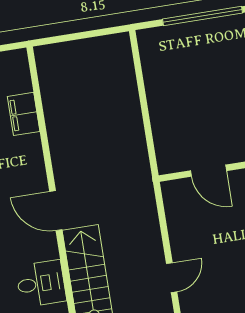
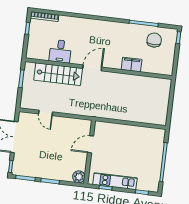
filing cabinet: (24, 114) -> (132, 65), moved

